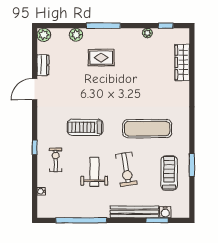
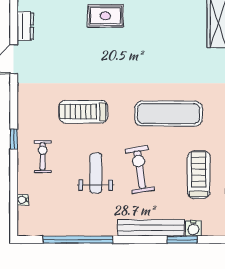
exercise bike: (126, 169) -> (140, 170), turned 180

